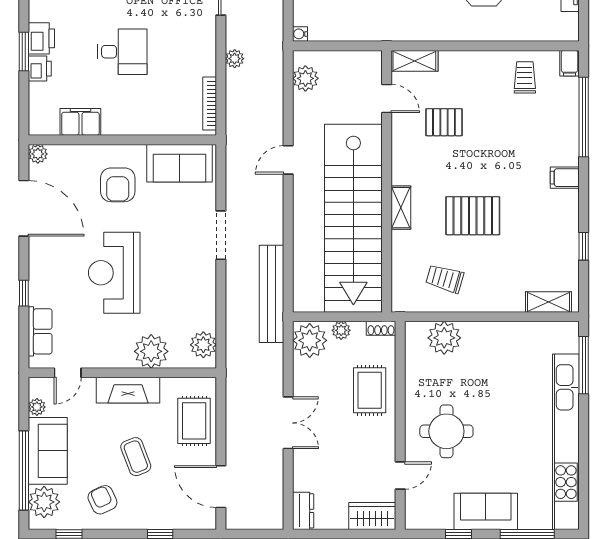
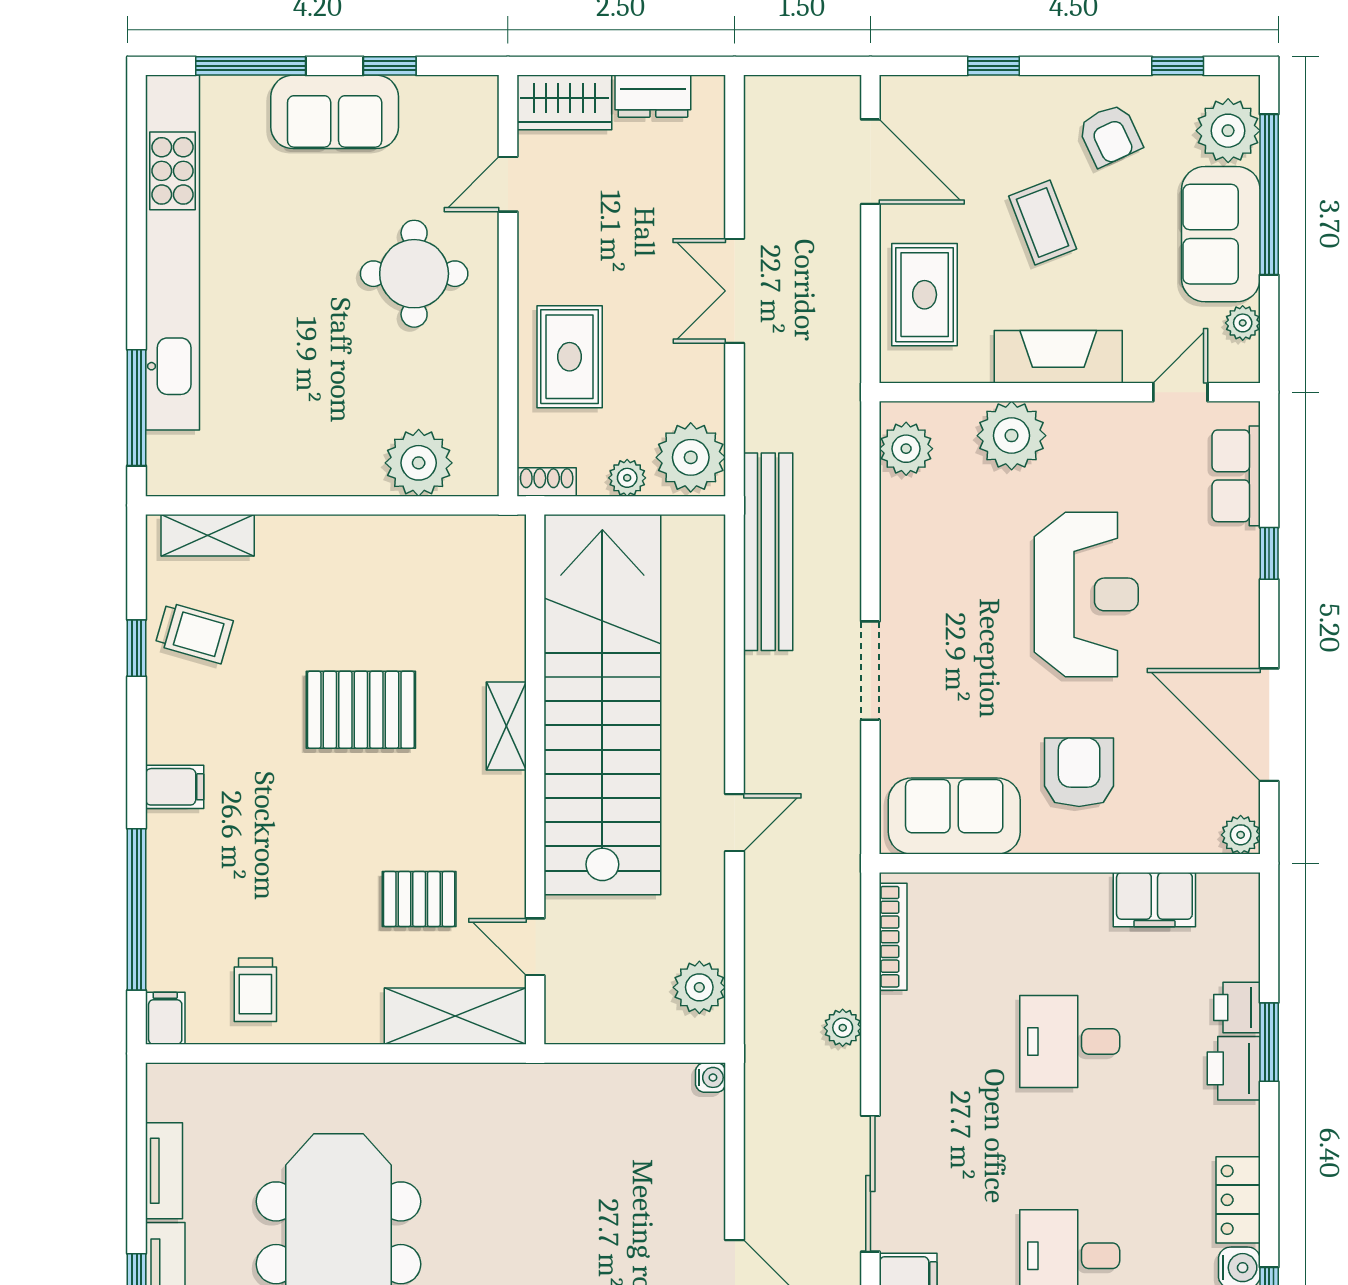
shelving: (414, 61) -> (455, 1016), width x1.50, depth x1.33
trolley: (445, 279) -> (194, 633), moved
dresser: (303, 511) -> (653, 96), moved, turned -90

